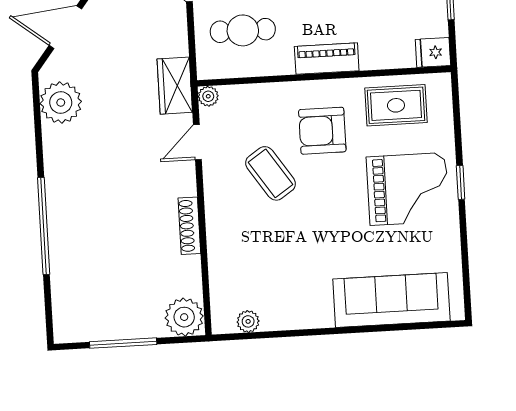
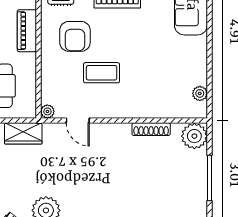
wardrobe: (175, 86) -> (23, 133), moved
coffee table: (270, 173) -> (102, 73), turned 34
shoe rack: (189, 226) -> (151, 129), moved

